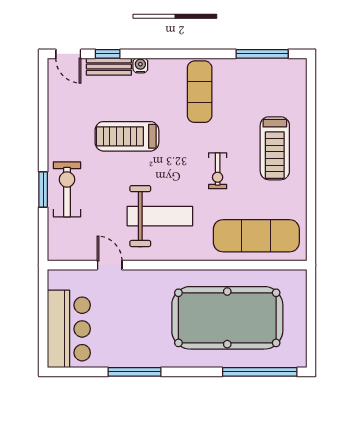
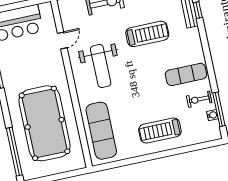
water cooler: (140, 65) -> (212, 115), moved
treadmill: (127, 136) -> (147, 34), turned 90
exercise bike: (218, 171) -> (199, 99), moved

